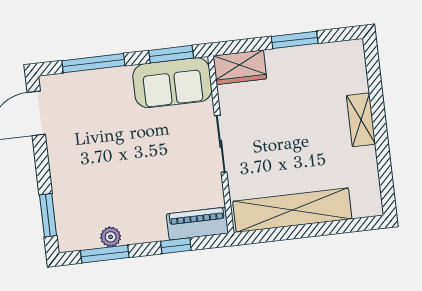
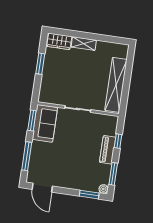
wardrobe: (240, 67) -> (59, 41), moved, turned 90
piano: (197, 224) -> (108, 150), moved
plant: (111, 237) -> (103, 189), moved

